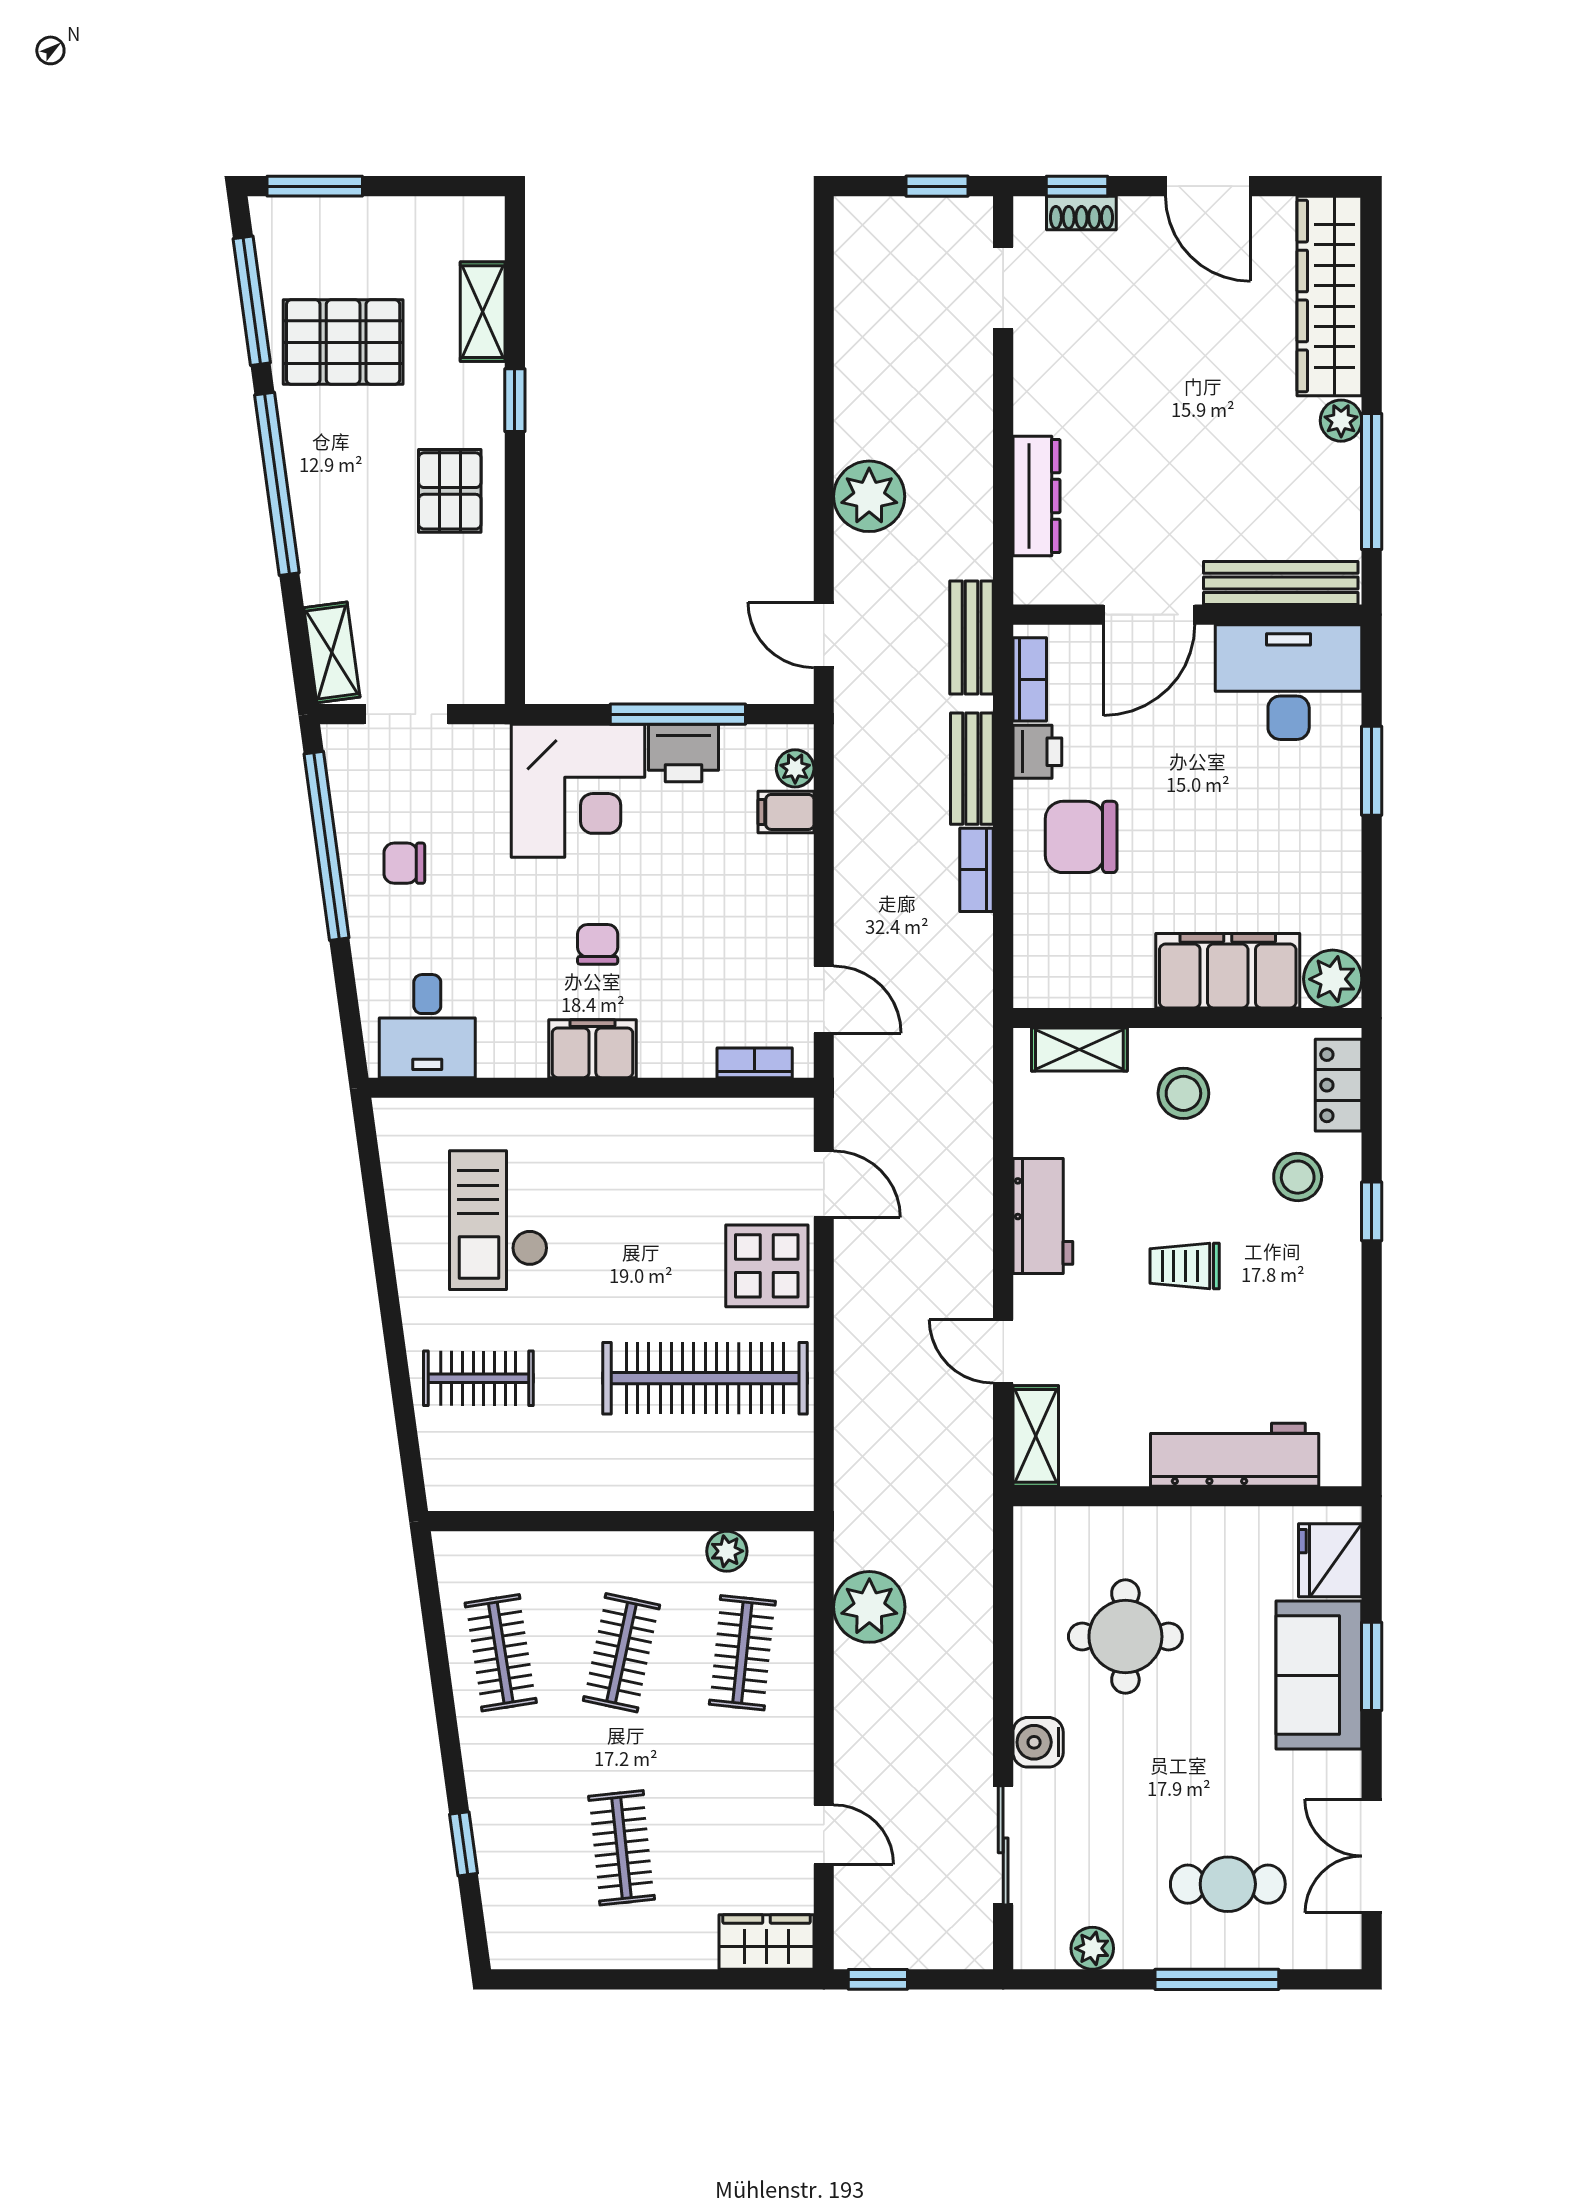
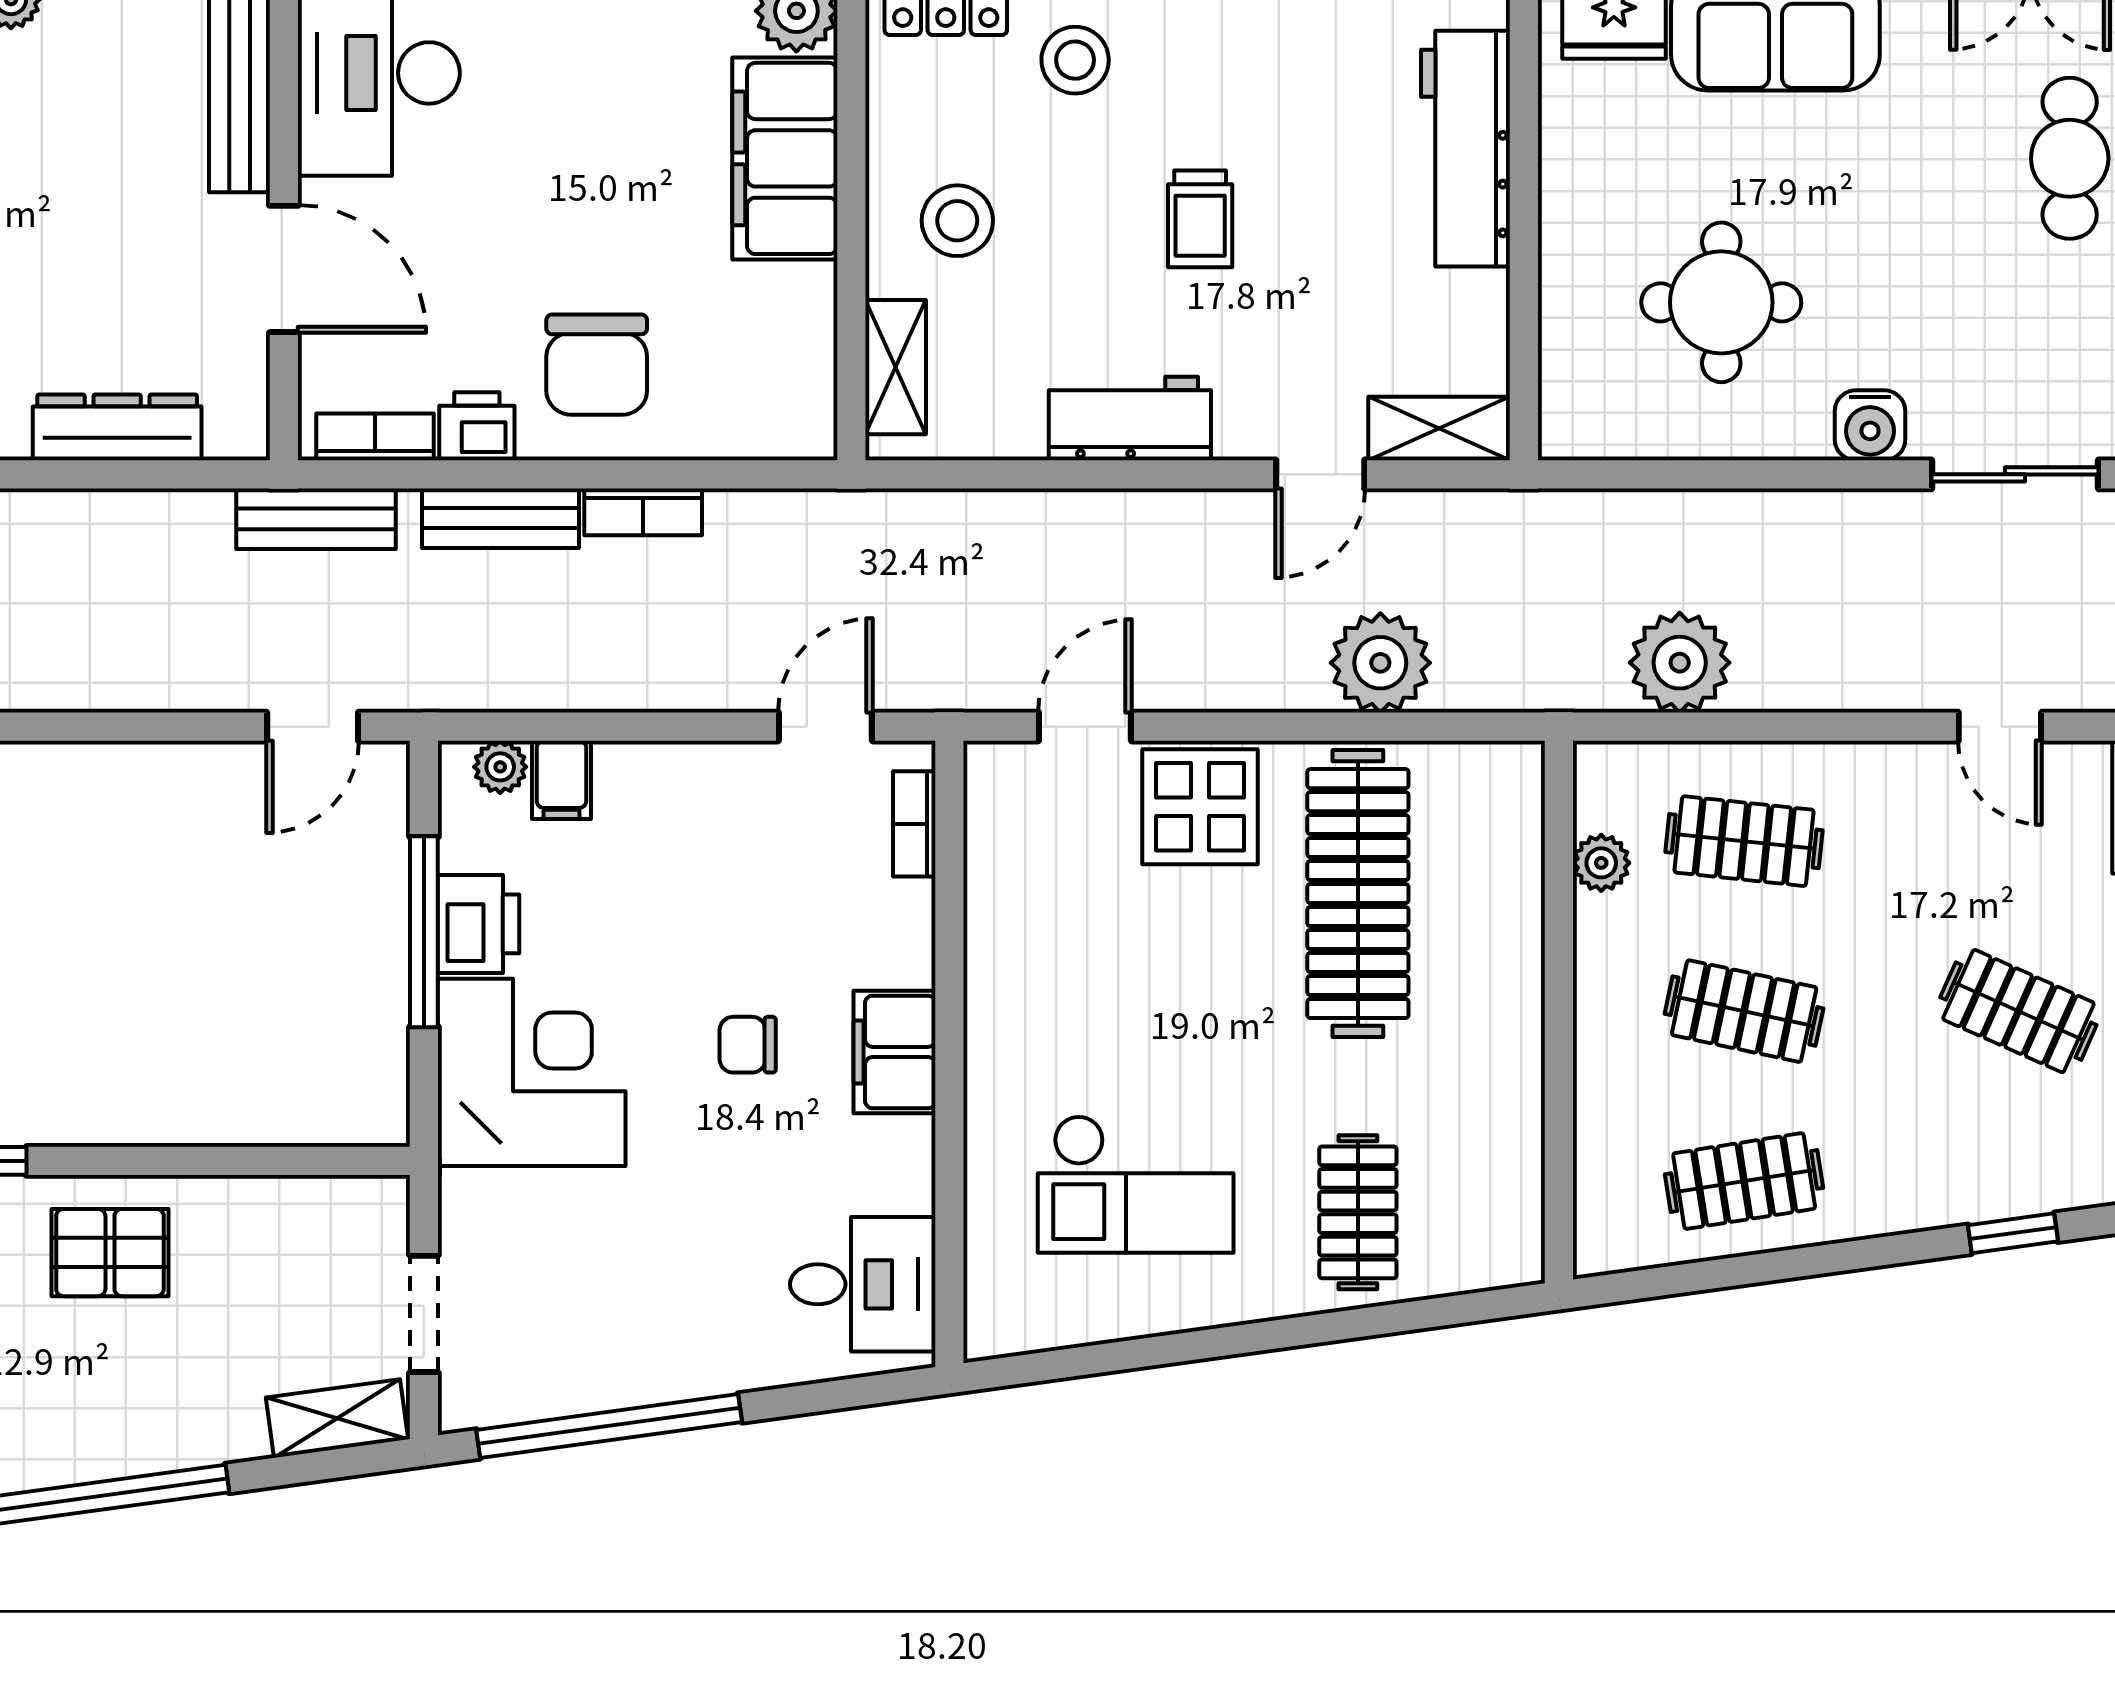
plant: (869, 496) -> (1380, 663), moved
chair: (404, 863) -> (634, 1317), removed
door: (824, 1835) -> (2000, 727), swing flipped
clothes rail: (622, 1848) -> (2018, 1011), turned 30

